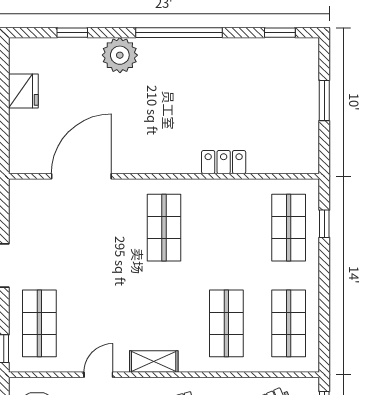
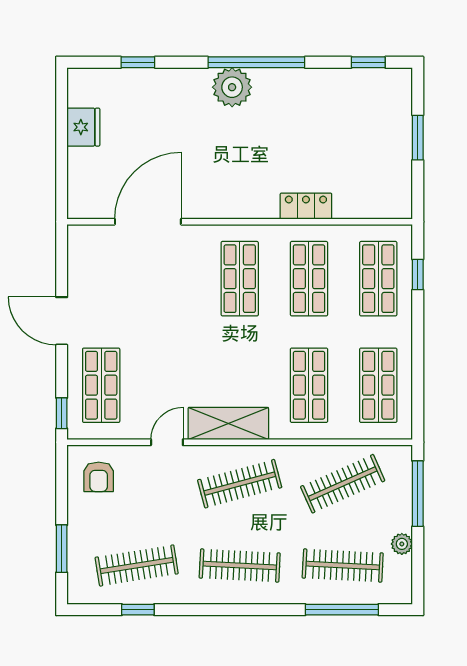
plant: (120, 55) -> (232, 87), moved
shop shelf: (226, 228) -> (309, 279), added
shelving: (154, 362) -> (228, 423), width x1.50, depth x1.33

